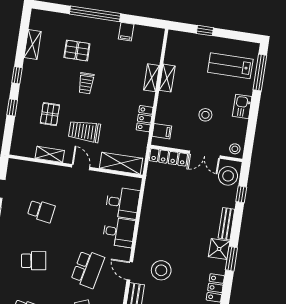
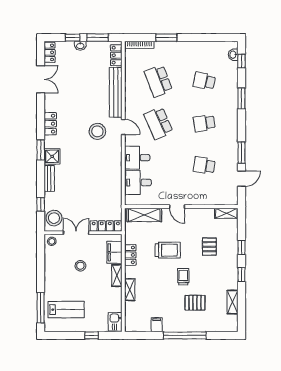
shelving: (167, 78) -> (117, 276), moved
kitchen sink: (242, 106) -> (115, 322), moved, turned 180
trolley: (84, 131) -> (168, 250), moved
filing cabinet: (162, 131) -> (114, 252), width x2.00
shelving: (50, 154) -> (226, 213), moved
school desk: (88, 269) -> (158, 123), turned -36

